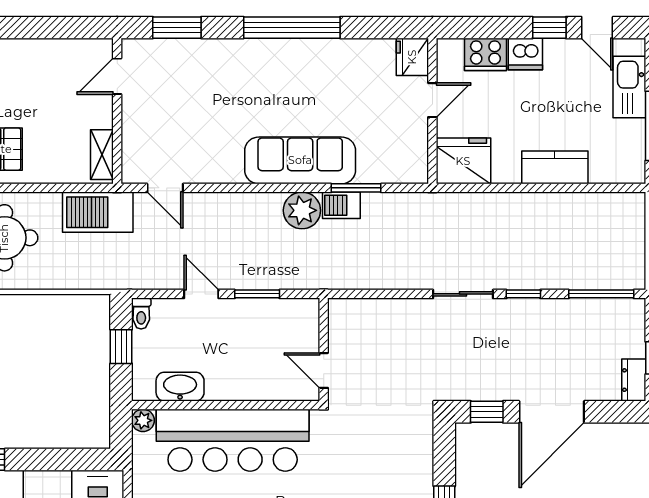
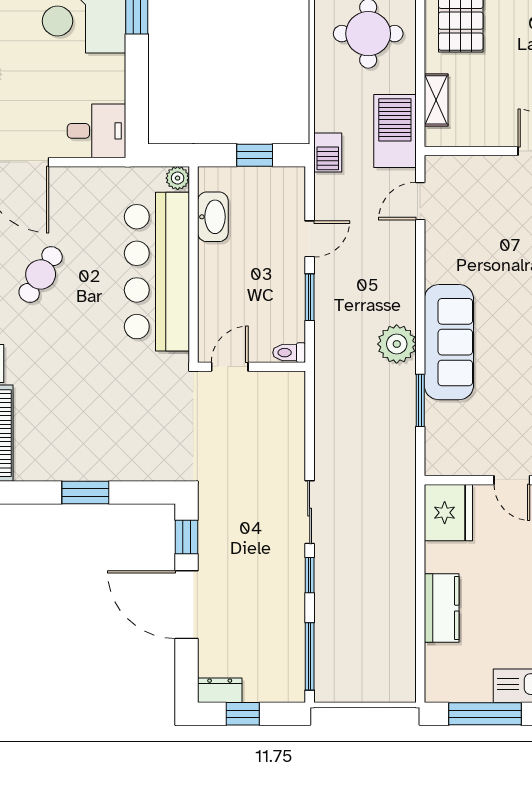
shelving: (102, 155) -> (436, 100), moved, turned 90
barbecue: (341, 205) -> (328, 152), moved, turned 180
toilet: (141, 313) -> (289, 353), moved

